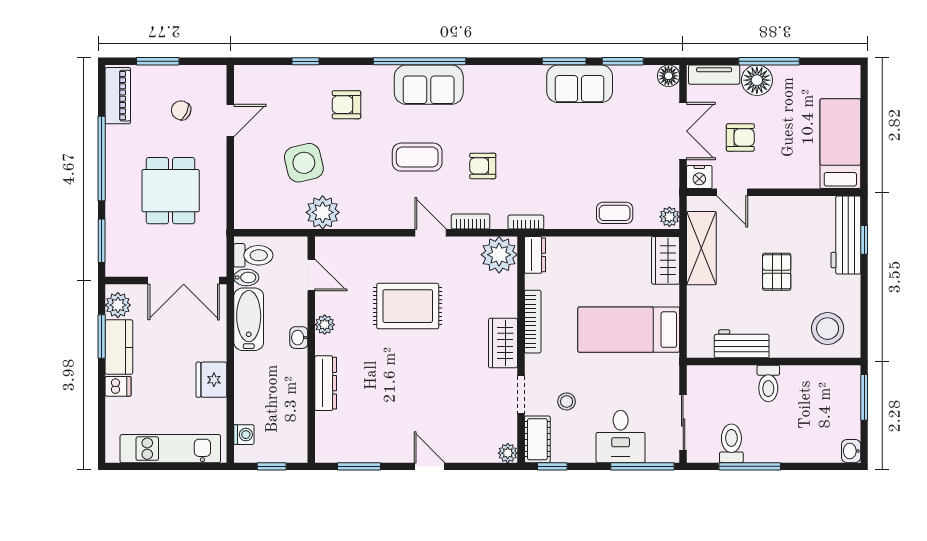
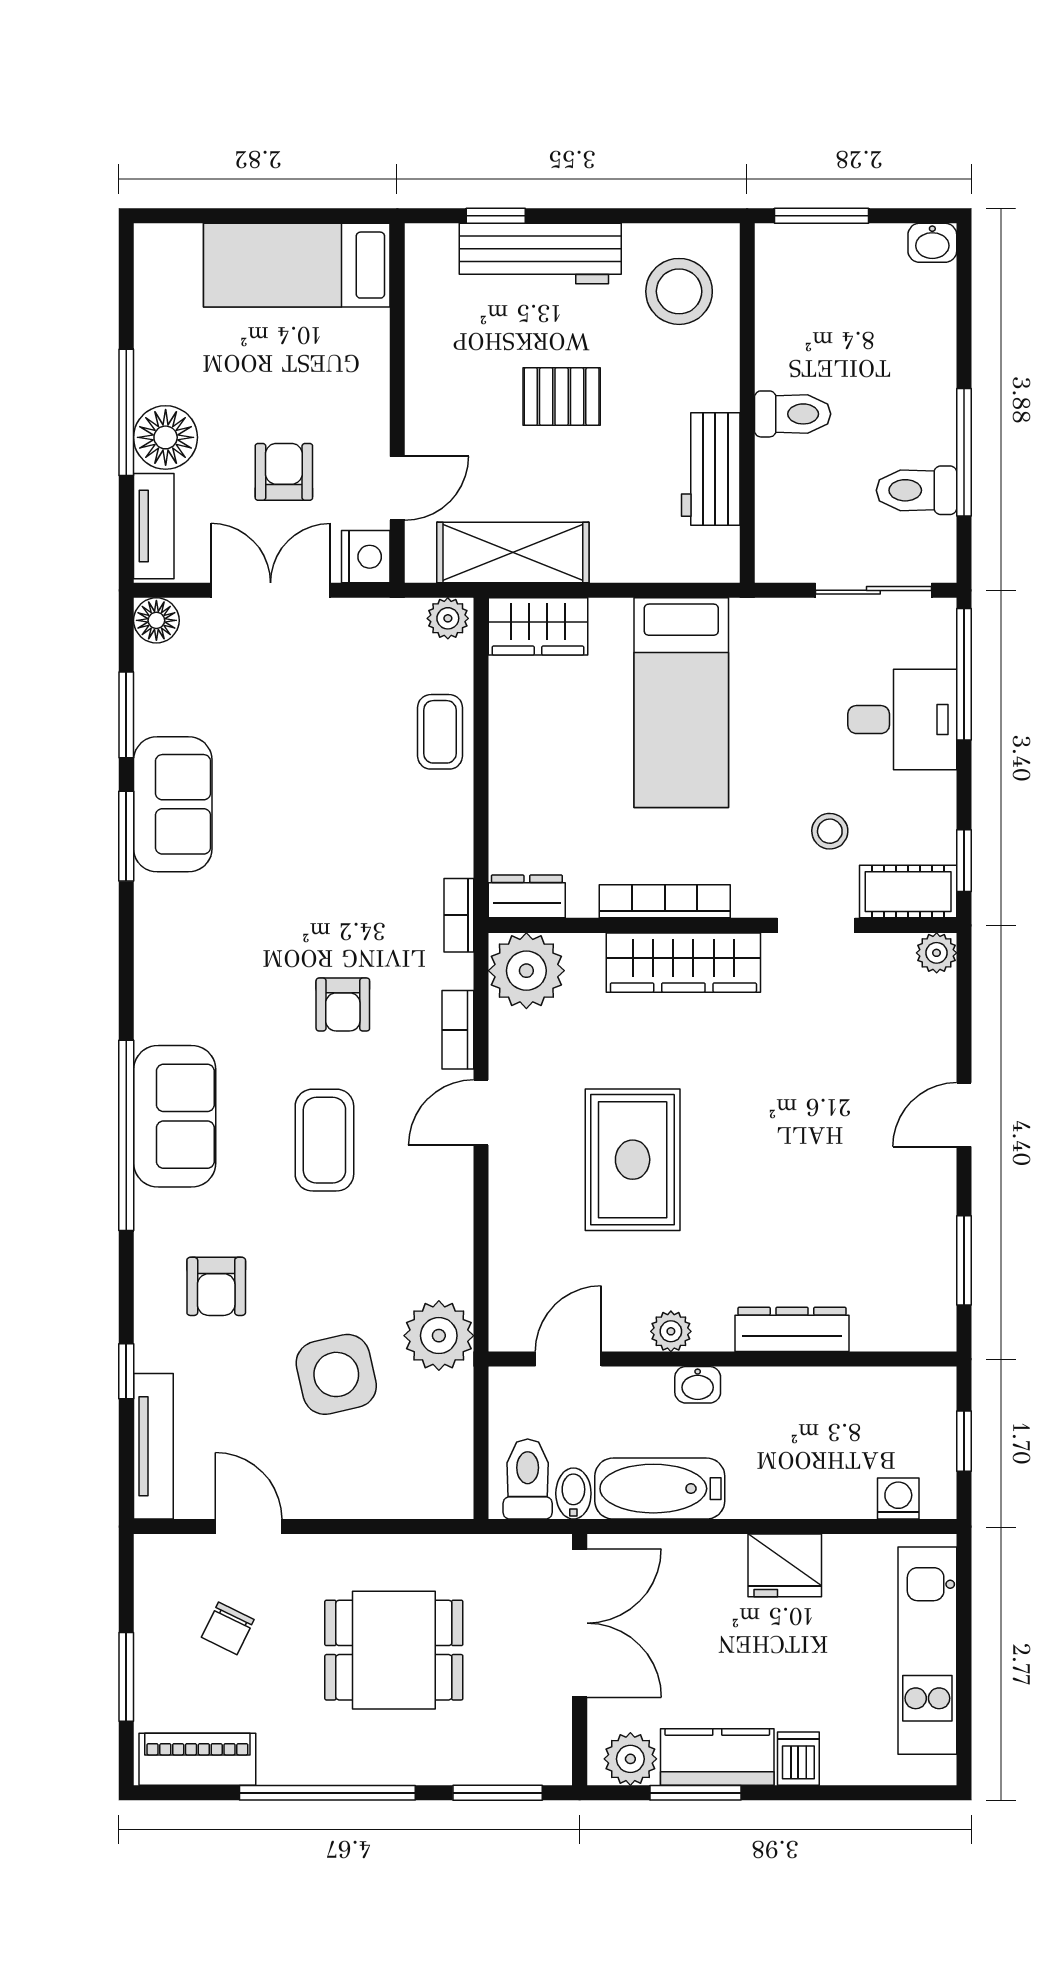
tv unit: (269, 74) -> (153, 1446), added
workbench: (846, 235) -> (540, 254), moved
wardrobe: (503, 343) -> (683, 963), width x1.50

